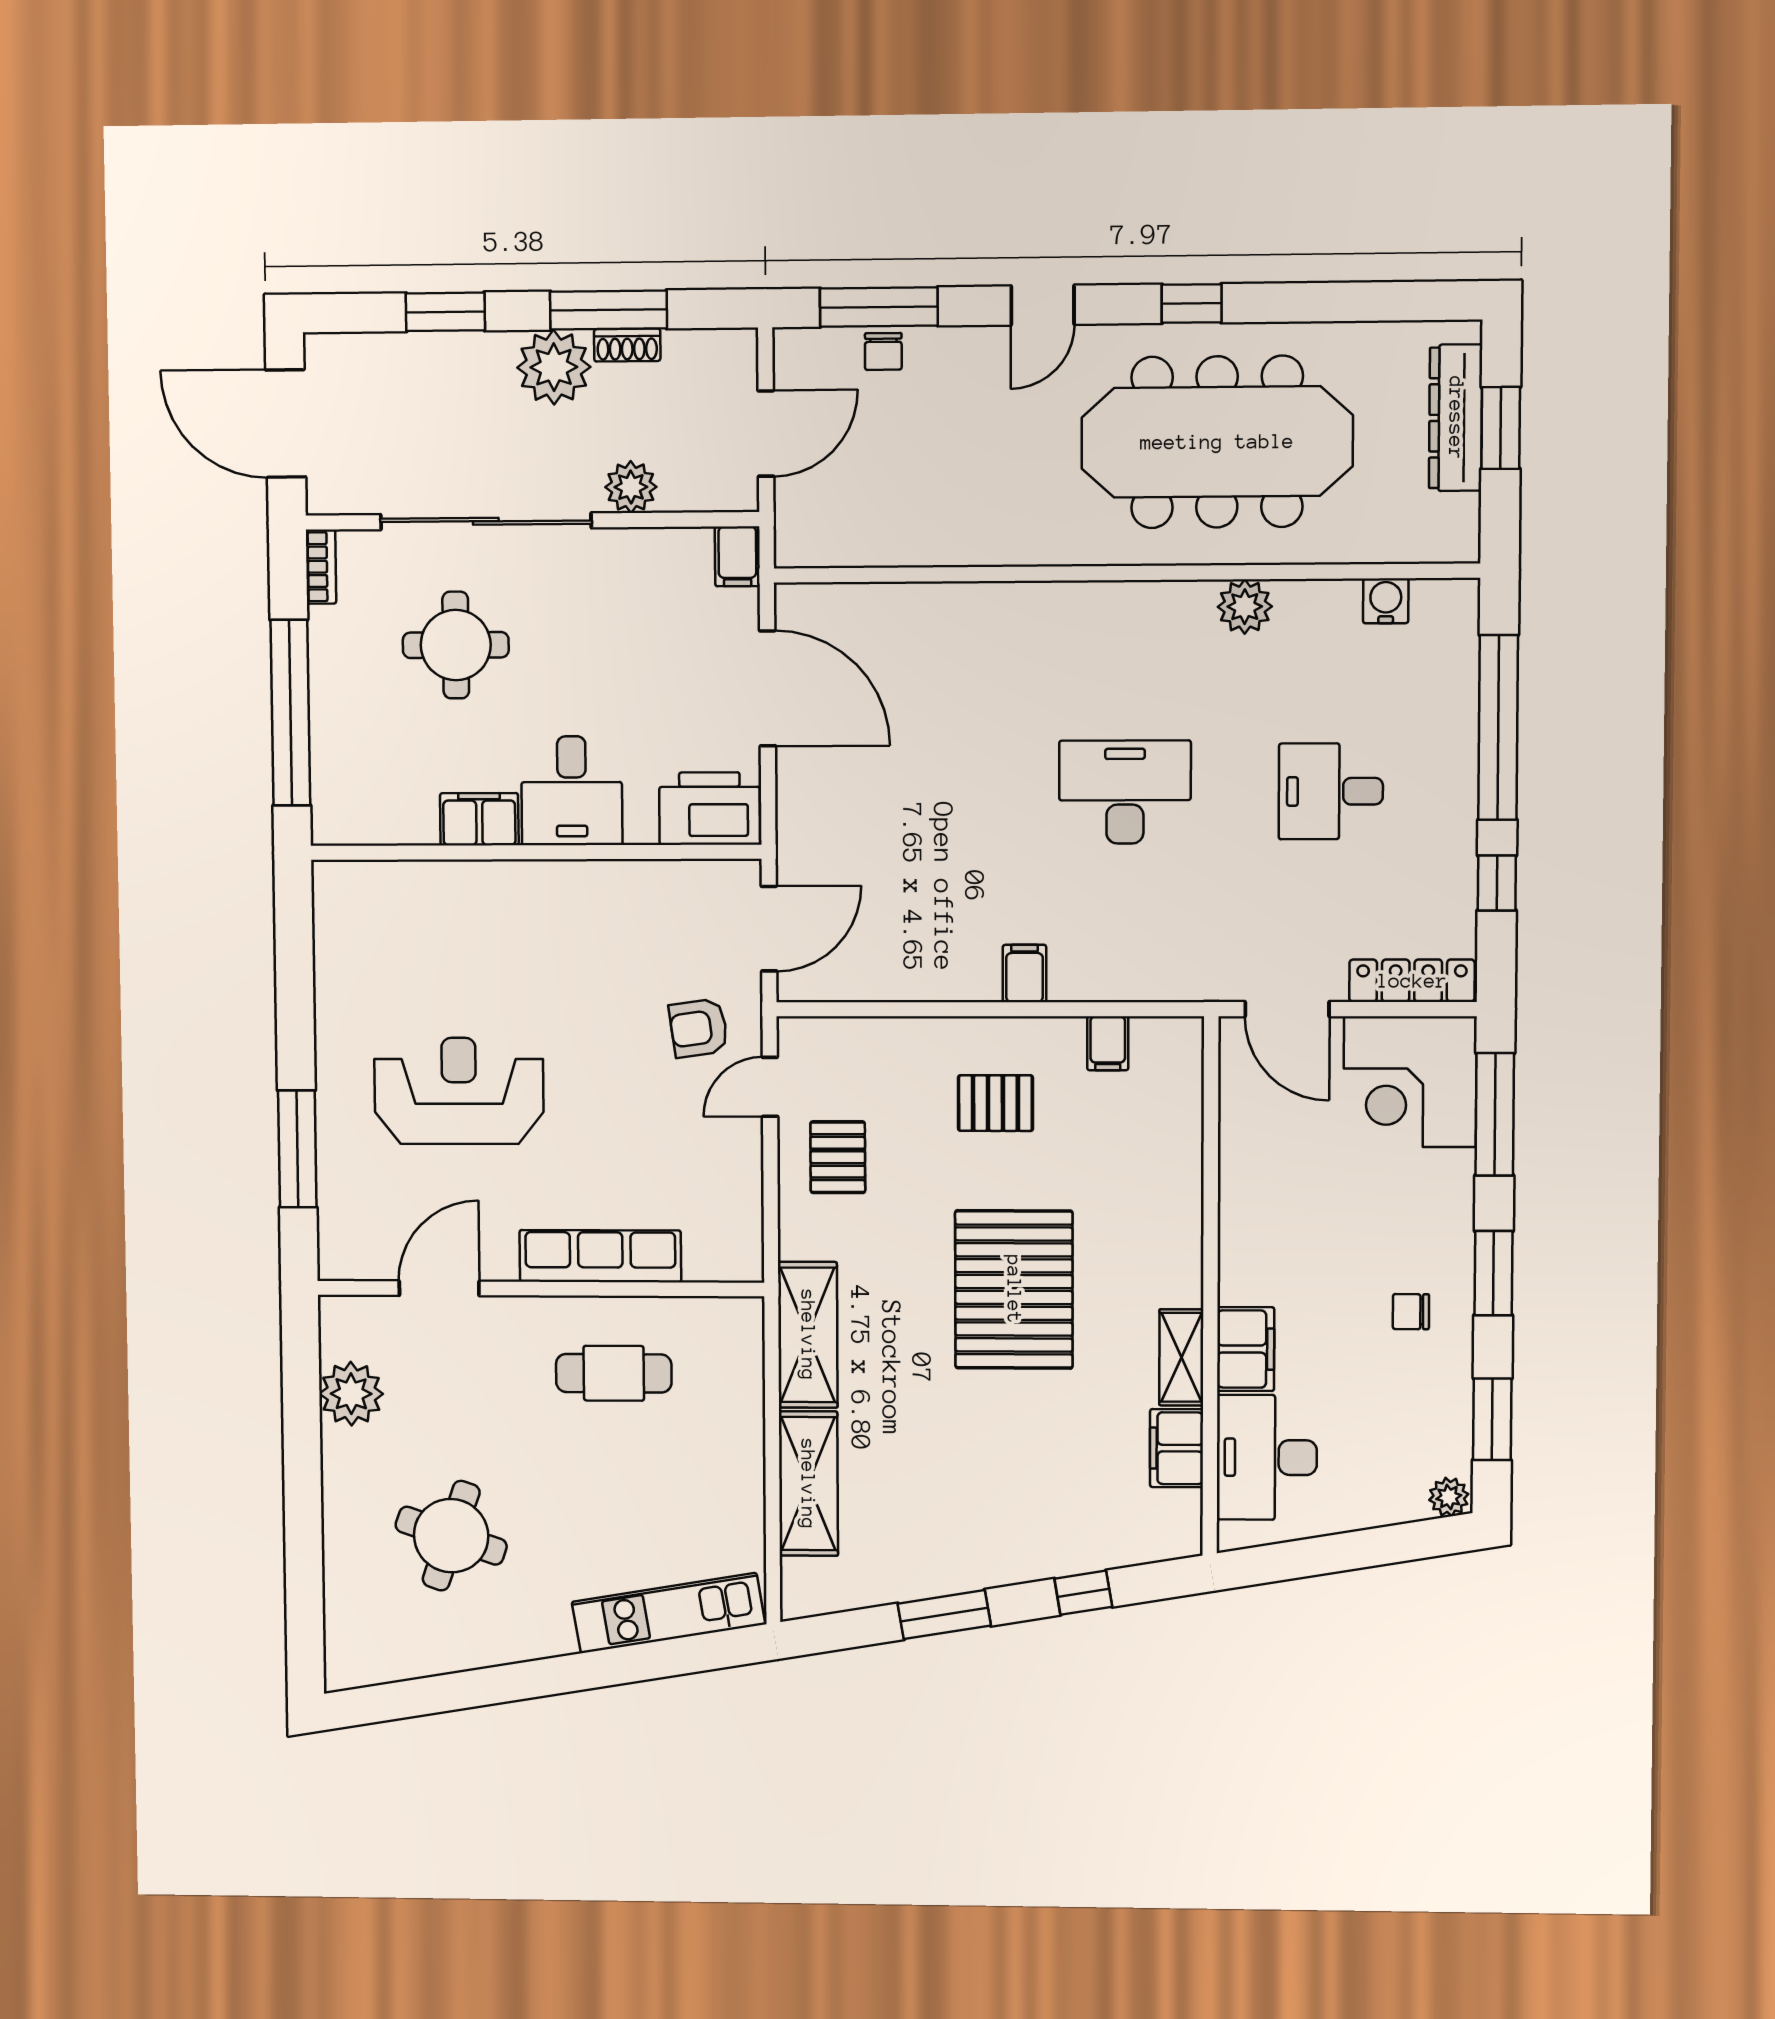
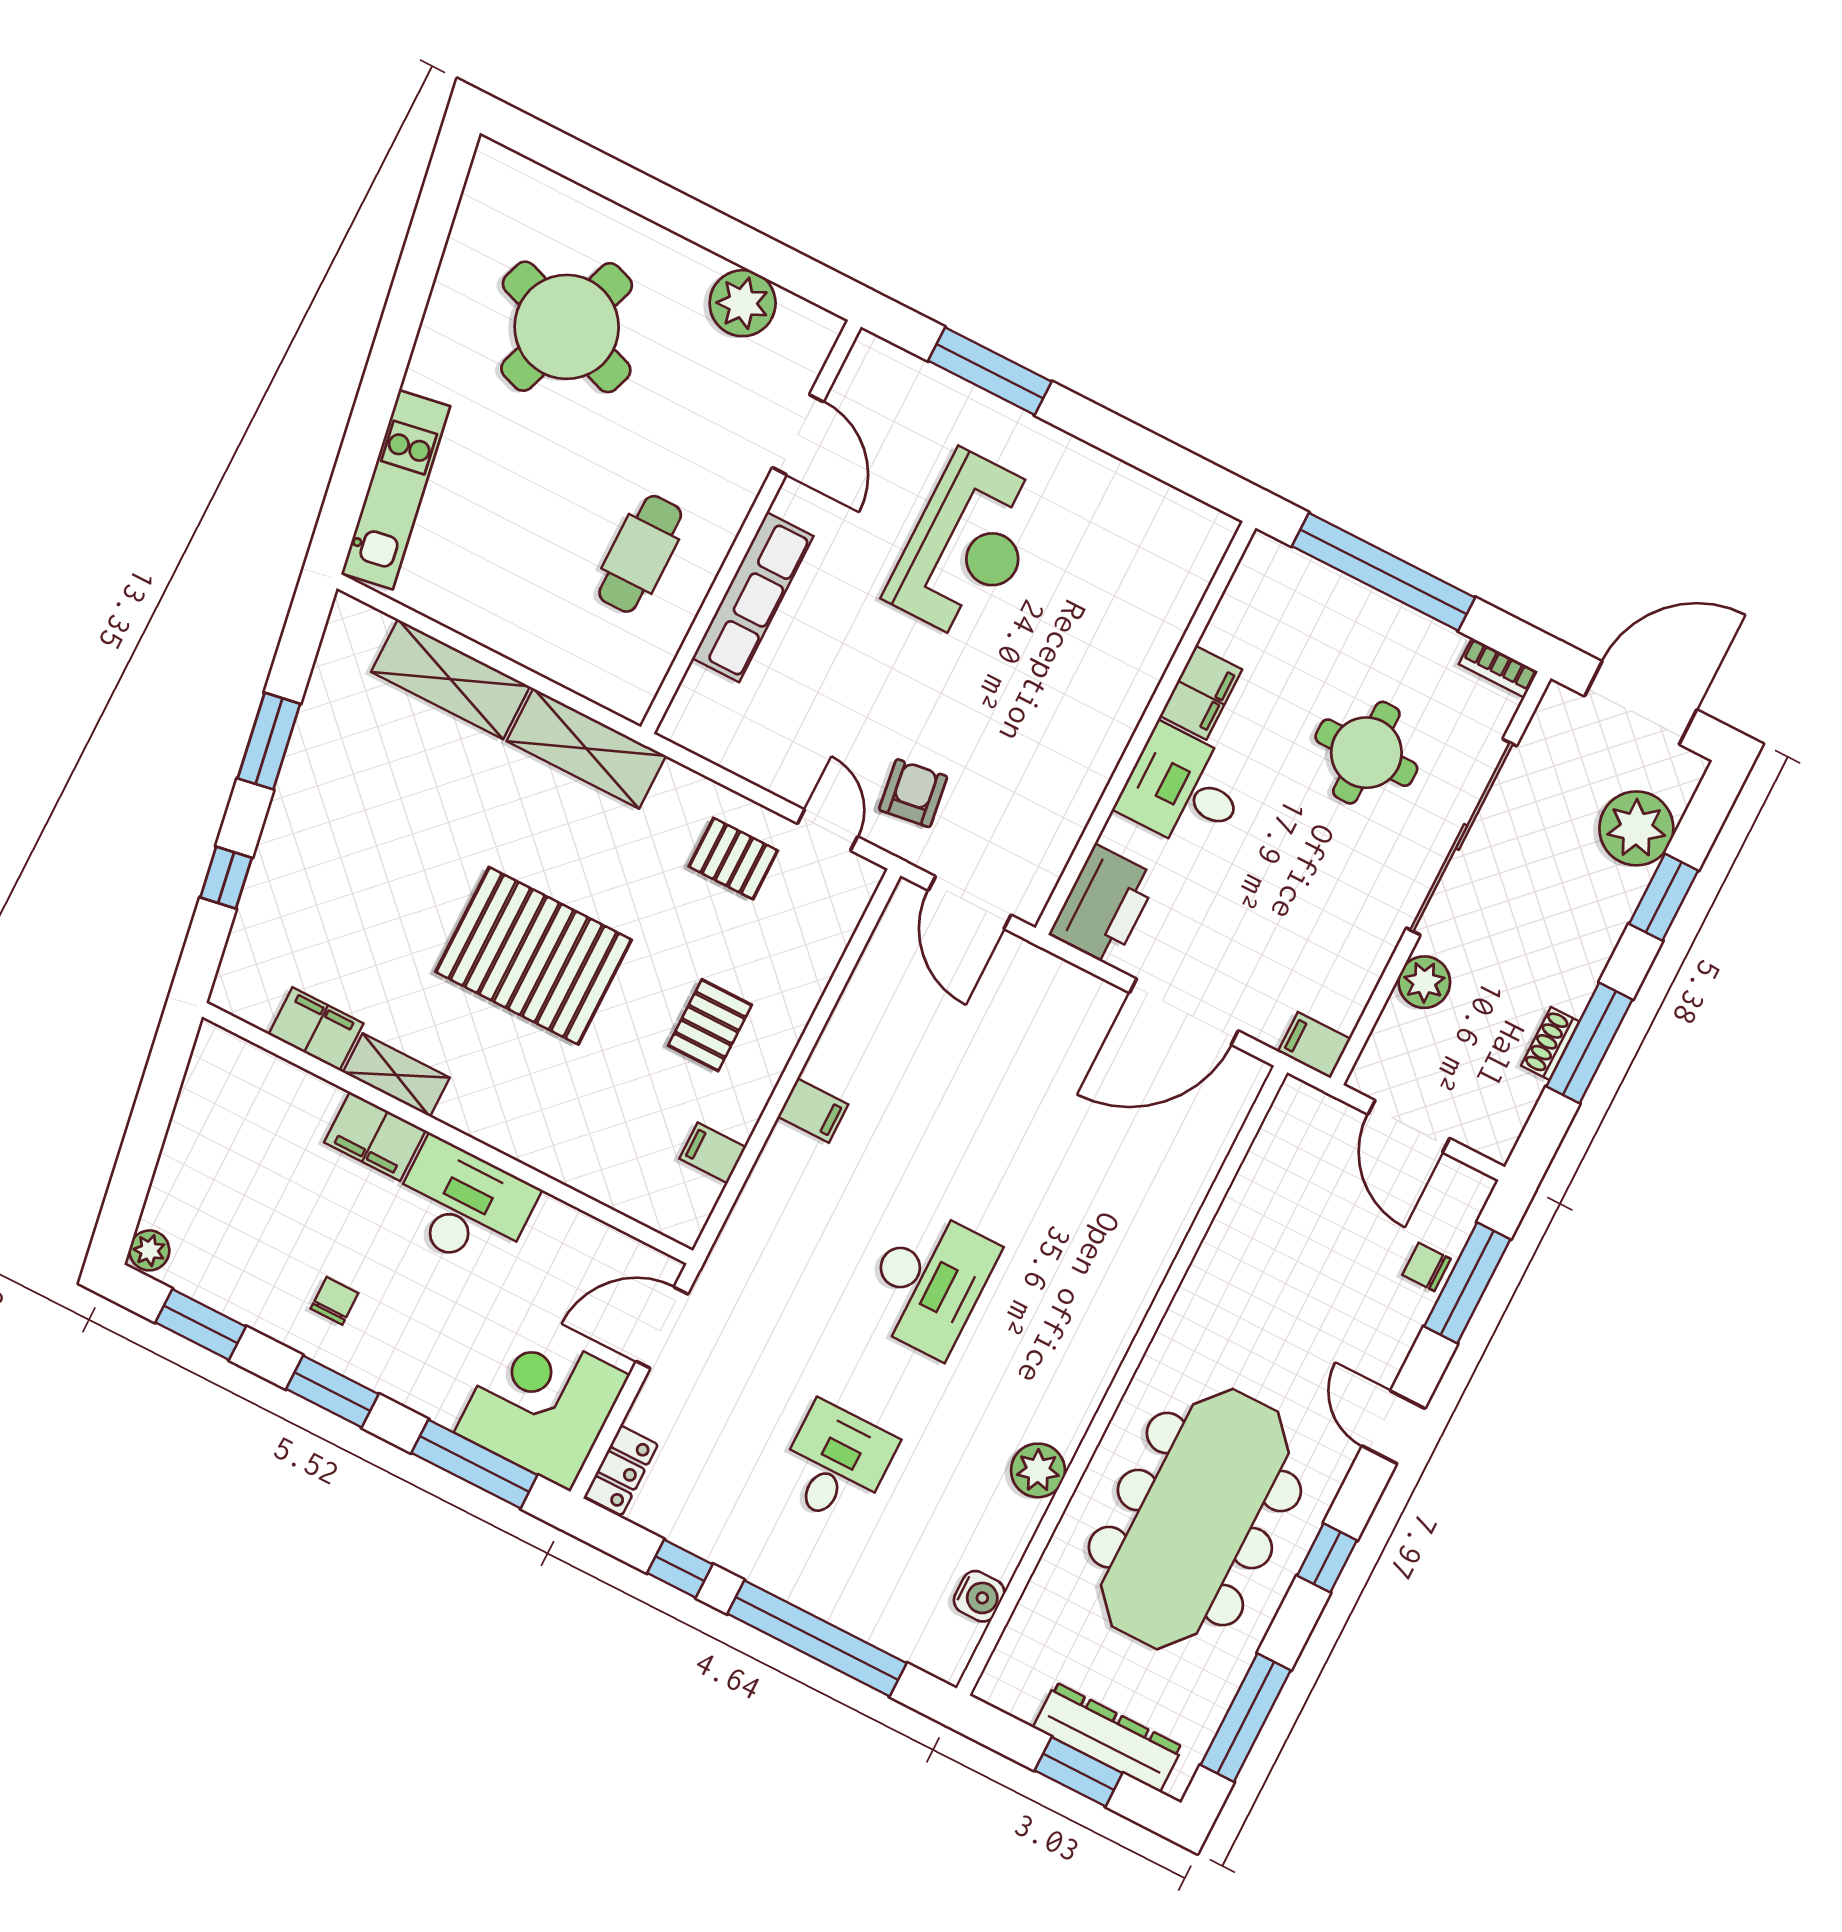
window: (1374, 301) -> (1246, 1718), added
plant: (554, 367) -> (1636, 828), moved
locker: (1412, 981) -> (621, 1470), width x0.66
desk: (1267, 1457) -> (463, 1206), moved
round table: (451, 1536) -> (567, 327), width x1.36, depth x1.36

